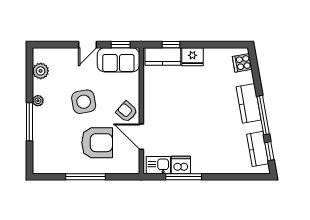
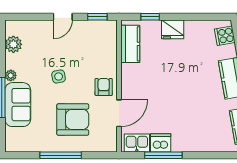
kitchen counter: (163, 57) -> (130, 44), moved, turned -90
sofa: (118, 60) -> (18, 105), moved, turned -90
side table: (84, 102) -> (59, 77), width x0.54, depth x0.54
armchair: (127, 112) -> (104, 87), turned 48
door: (141, 137) -> (119, 113), swing flipped

